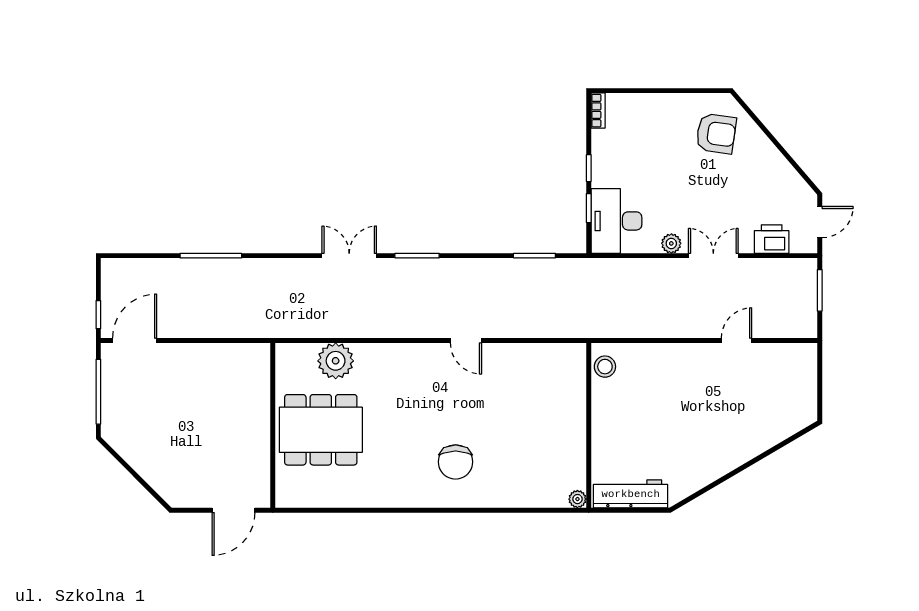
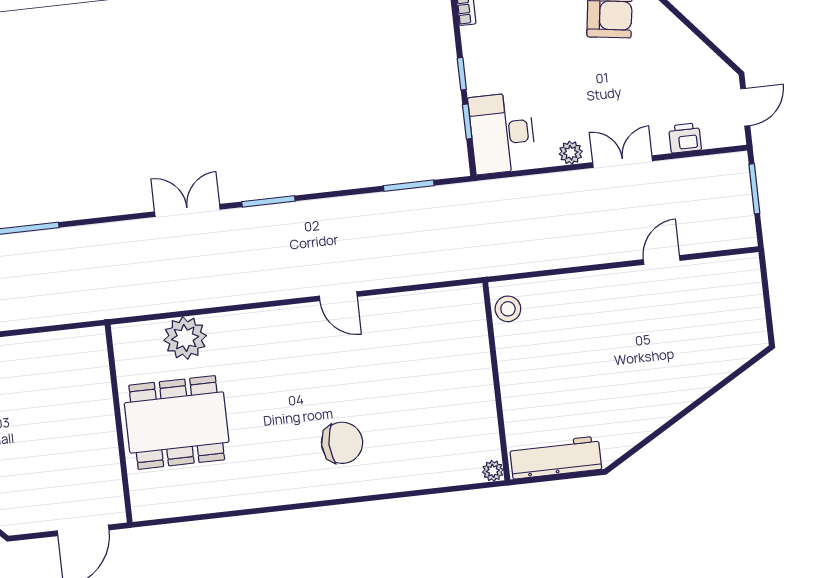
printer: (772, 239) -> (685, 138), width x0.73, depth x0.81
chair: (456, 462) -> (342, 443), turned -90

